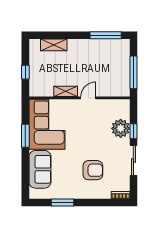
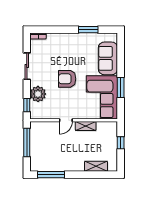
window: (133, 131) -> (27, 105), moved
armchair: (93, 170) -> (67, 79), moved

